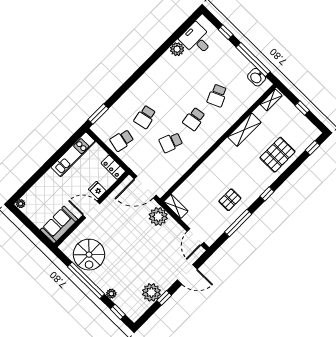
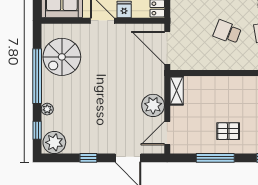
plant: (158, 217) -> (153, 105), moved
plant: (151, 292) -> (54, 142), moved

